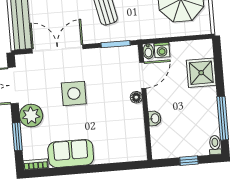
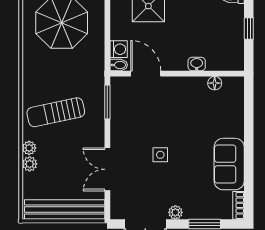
double door: (58, 49) -> (107, 169), width x0.73
side table: (74, 93) -> (160, 155), width x0.54, depth x0.54
floor lamp: (136, 97) -> (215, 83), moved
plant: (31, 116) -> (175, 212), width x0.53, depth x0.53

